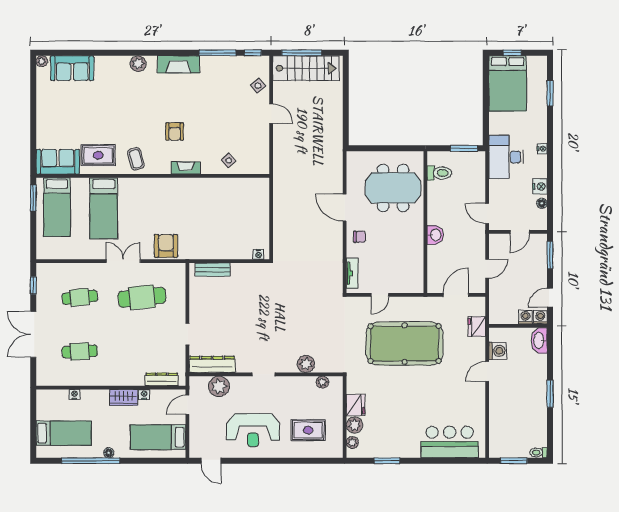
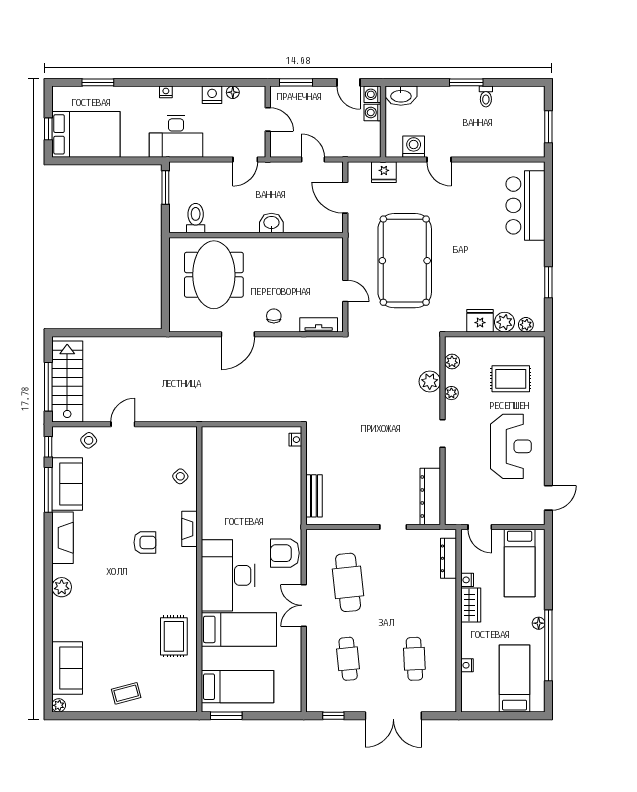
coffee table: (136, 159) -> (126, 693), moved
sofa: (58, 162) -> (67, 484), moved, turned 180
desk: (148, 200) -> (228, 575), added
plant: (219, 386) -> (451, 393), moved, width x0.53, depth x0.53
rug: (308, 430) -> (511, 379), turned 90
toilet: (538, 453) -> (486, 96), moved

